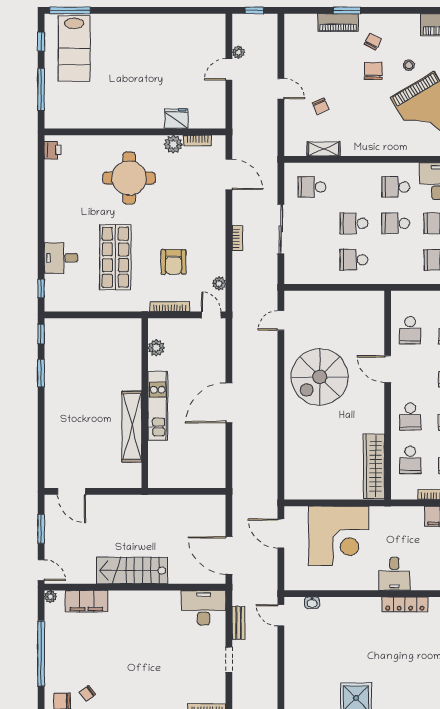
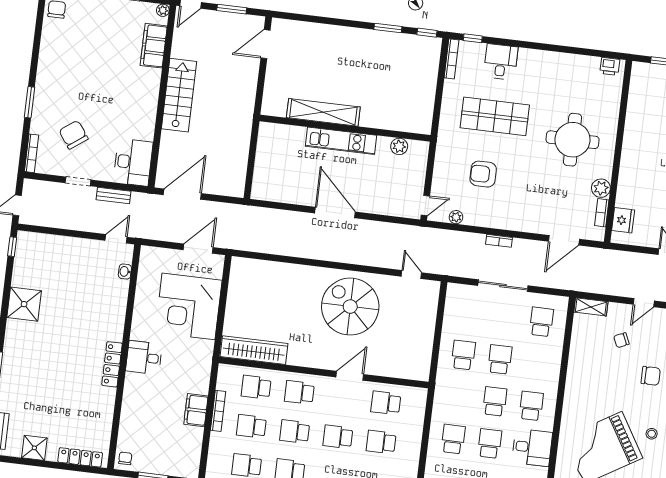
chair: (373, 71) -> (651, 376), moved
fridge: (176, 119) -> (623, 220), moved
shelving: (324, 149) -> (591, 307), moved, turned 90
bookcase: (170, 307) -> (452, 59), moved
chair: (87, 693) -> (74, 135), moved, width x1.87, depth x1.87

